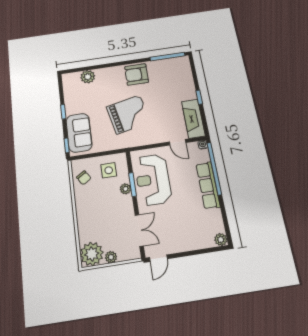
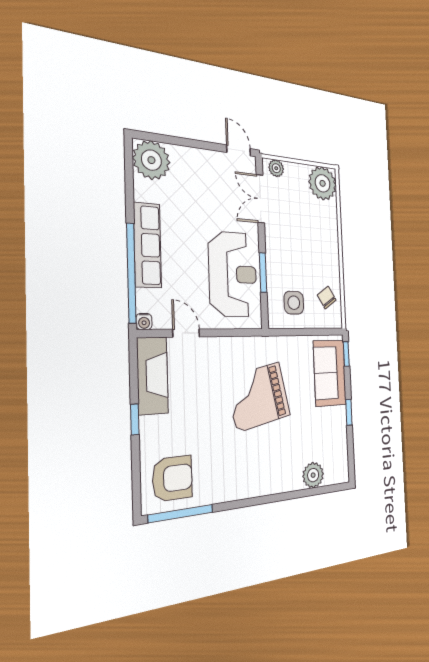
armchair: (137, 74) -> (172, 478), moved
plant: (125, 189) -> (273, 268), removed
plant: (221, 240) -> (151, 160), width x1.87, depth x1.87
plant: (111, 257) -> (276, 168), moved
door: (158, 258) -> (239, 150), hinge flipped

